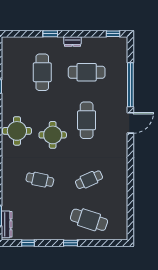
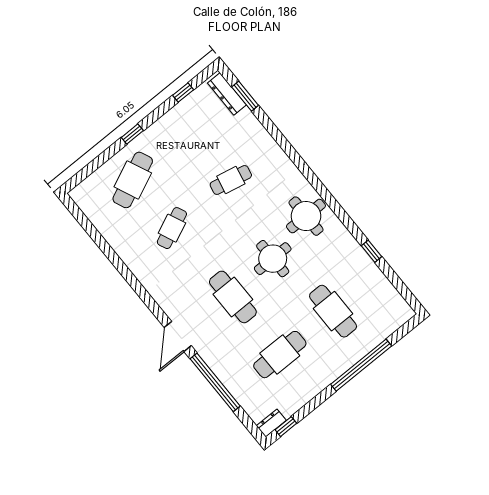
window: (50, 34) -> (361, 365), width x3.17
dresser: (72, 41) -> (271, 423), moved
round table: (53, 135) -> (273, 259), moved
cafe table: (89, 220) -> (133, 180), turned -42

